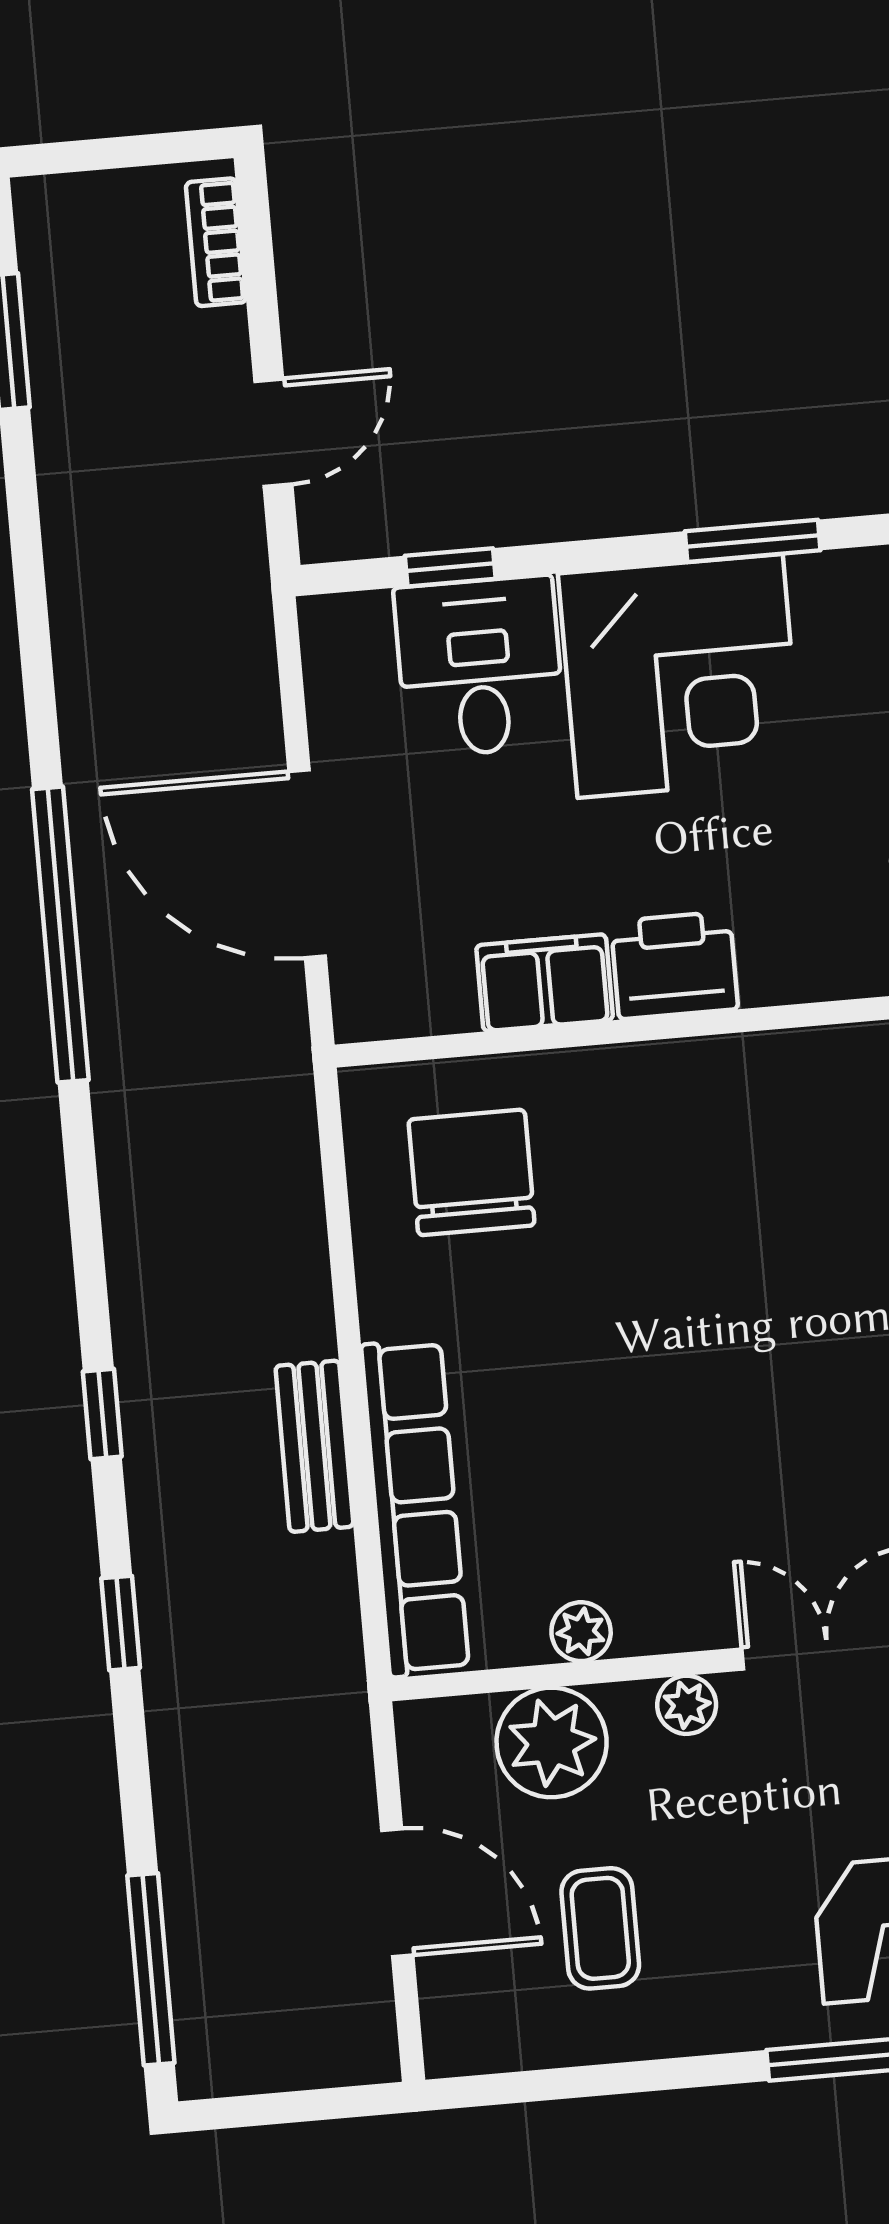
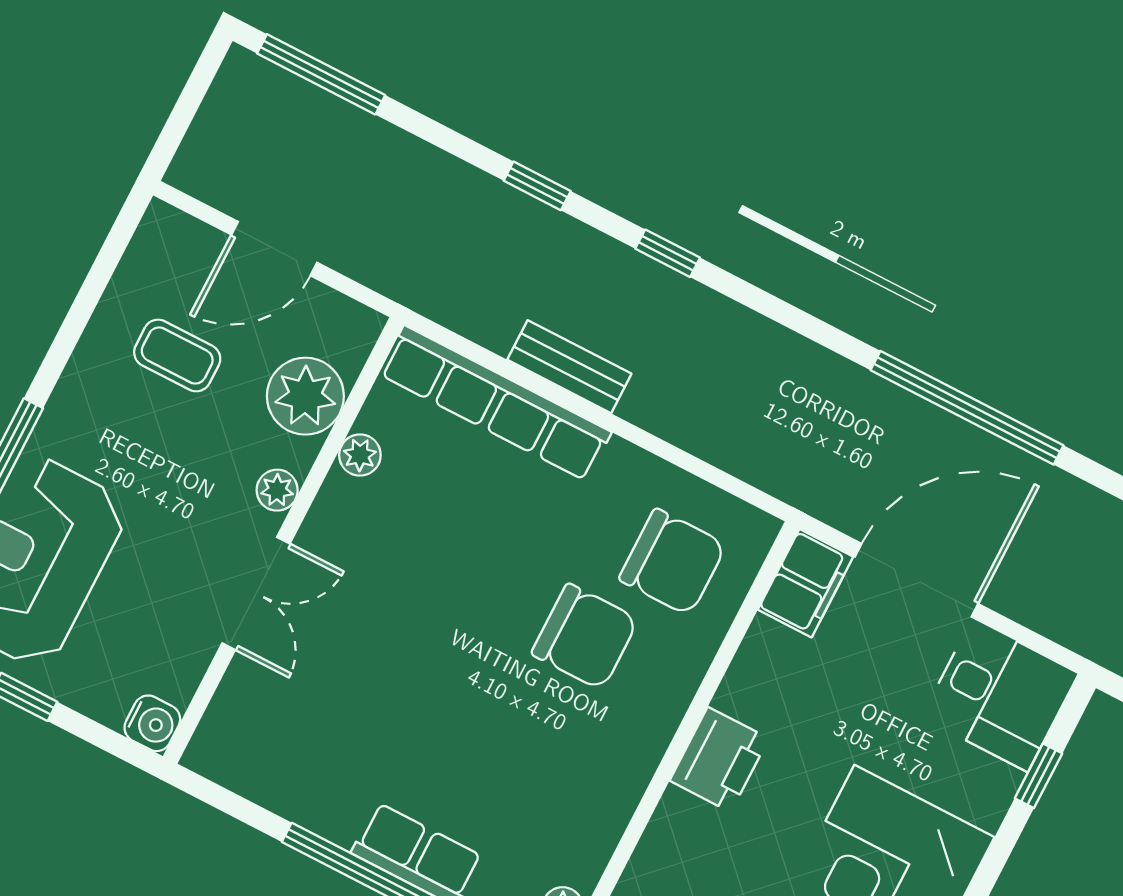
desk: (480, 667) -> (1000, 695), moved
filing cabinet: (545, 983) -> (805, 583), moved
chair: (629, 1221) -> (585, 637), added

